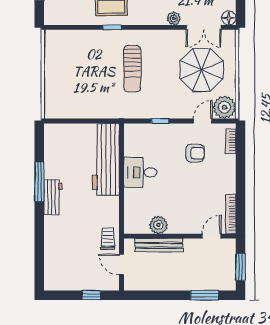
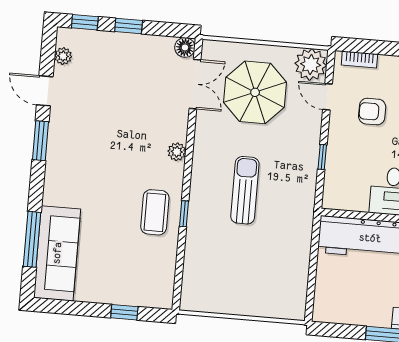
plant: (174, 19) -> (177, 152), moved
sun lounger: (132, 69) -> (245, 190), turned -90
armchair: (195, 153) -> (372, 112), turned -90

